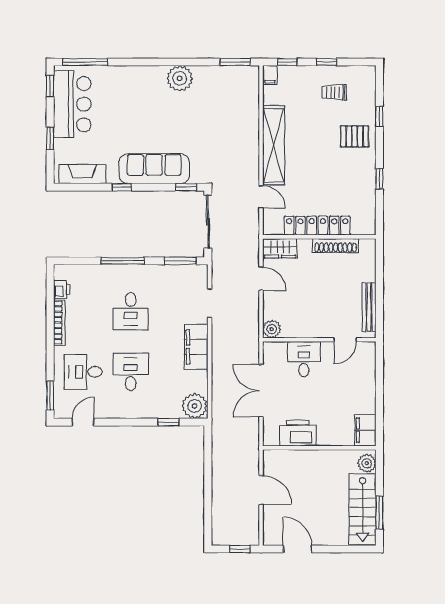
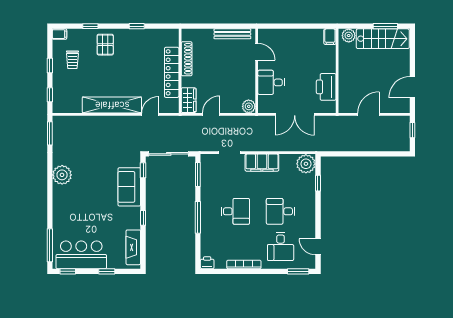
filing cabinet: (270, 75) -> (60, 34), moved
sofa: (154, 169) -> (129, 187), width x0.73
printer: (62, 289) -> (207, 263), moved
filing cabinet: (365, 430) -> (330, 37), width x0.50

